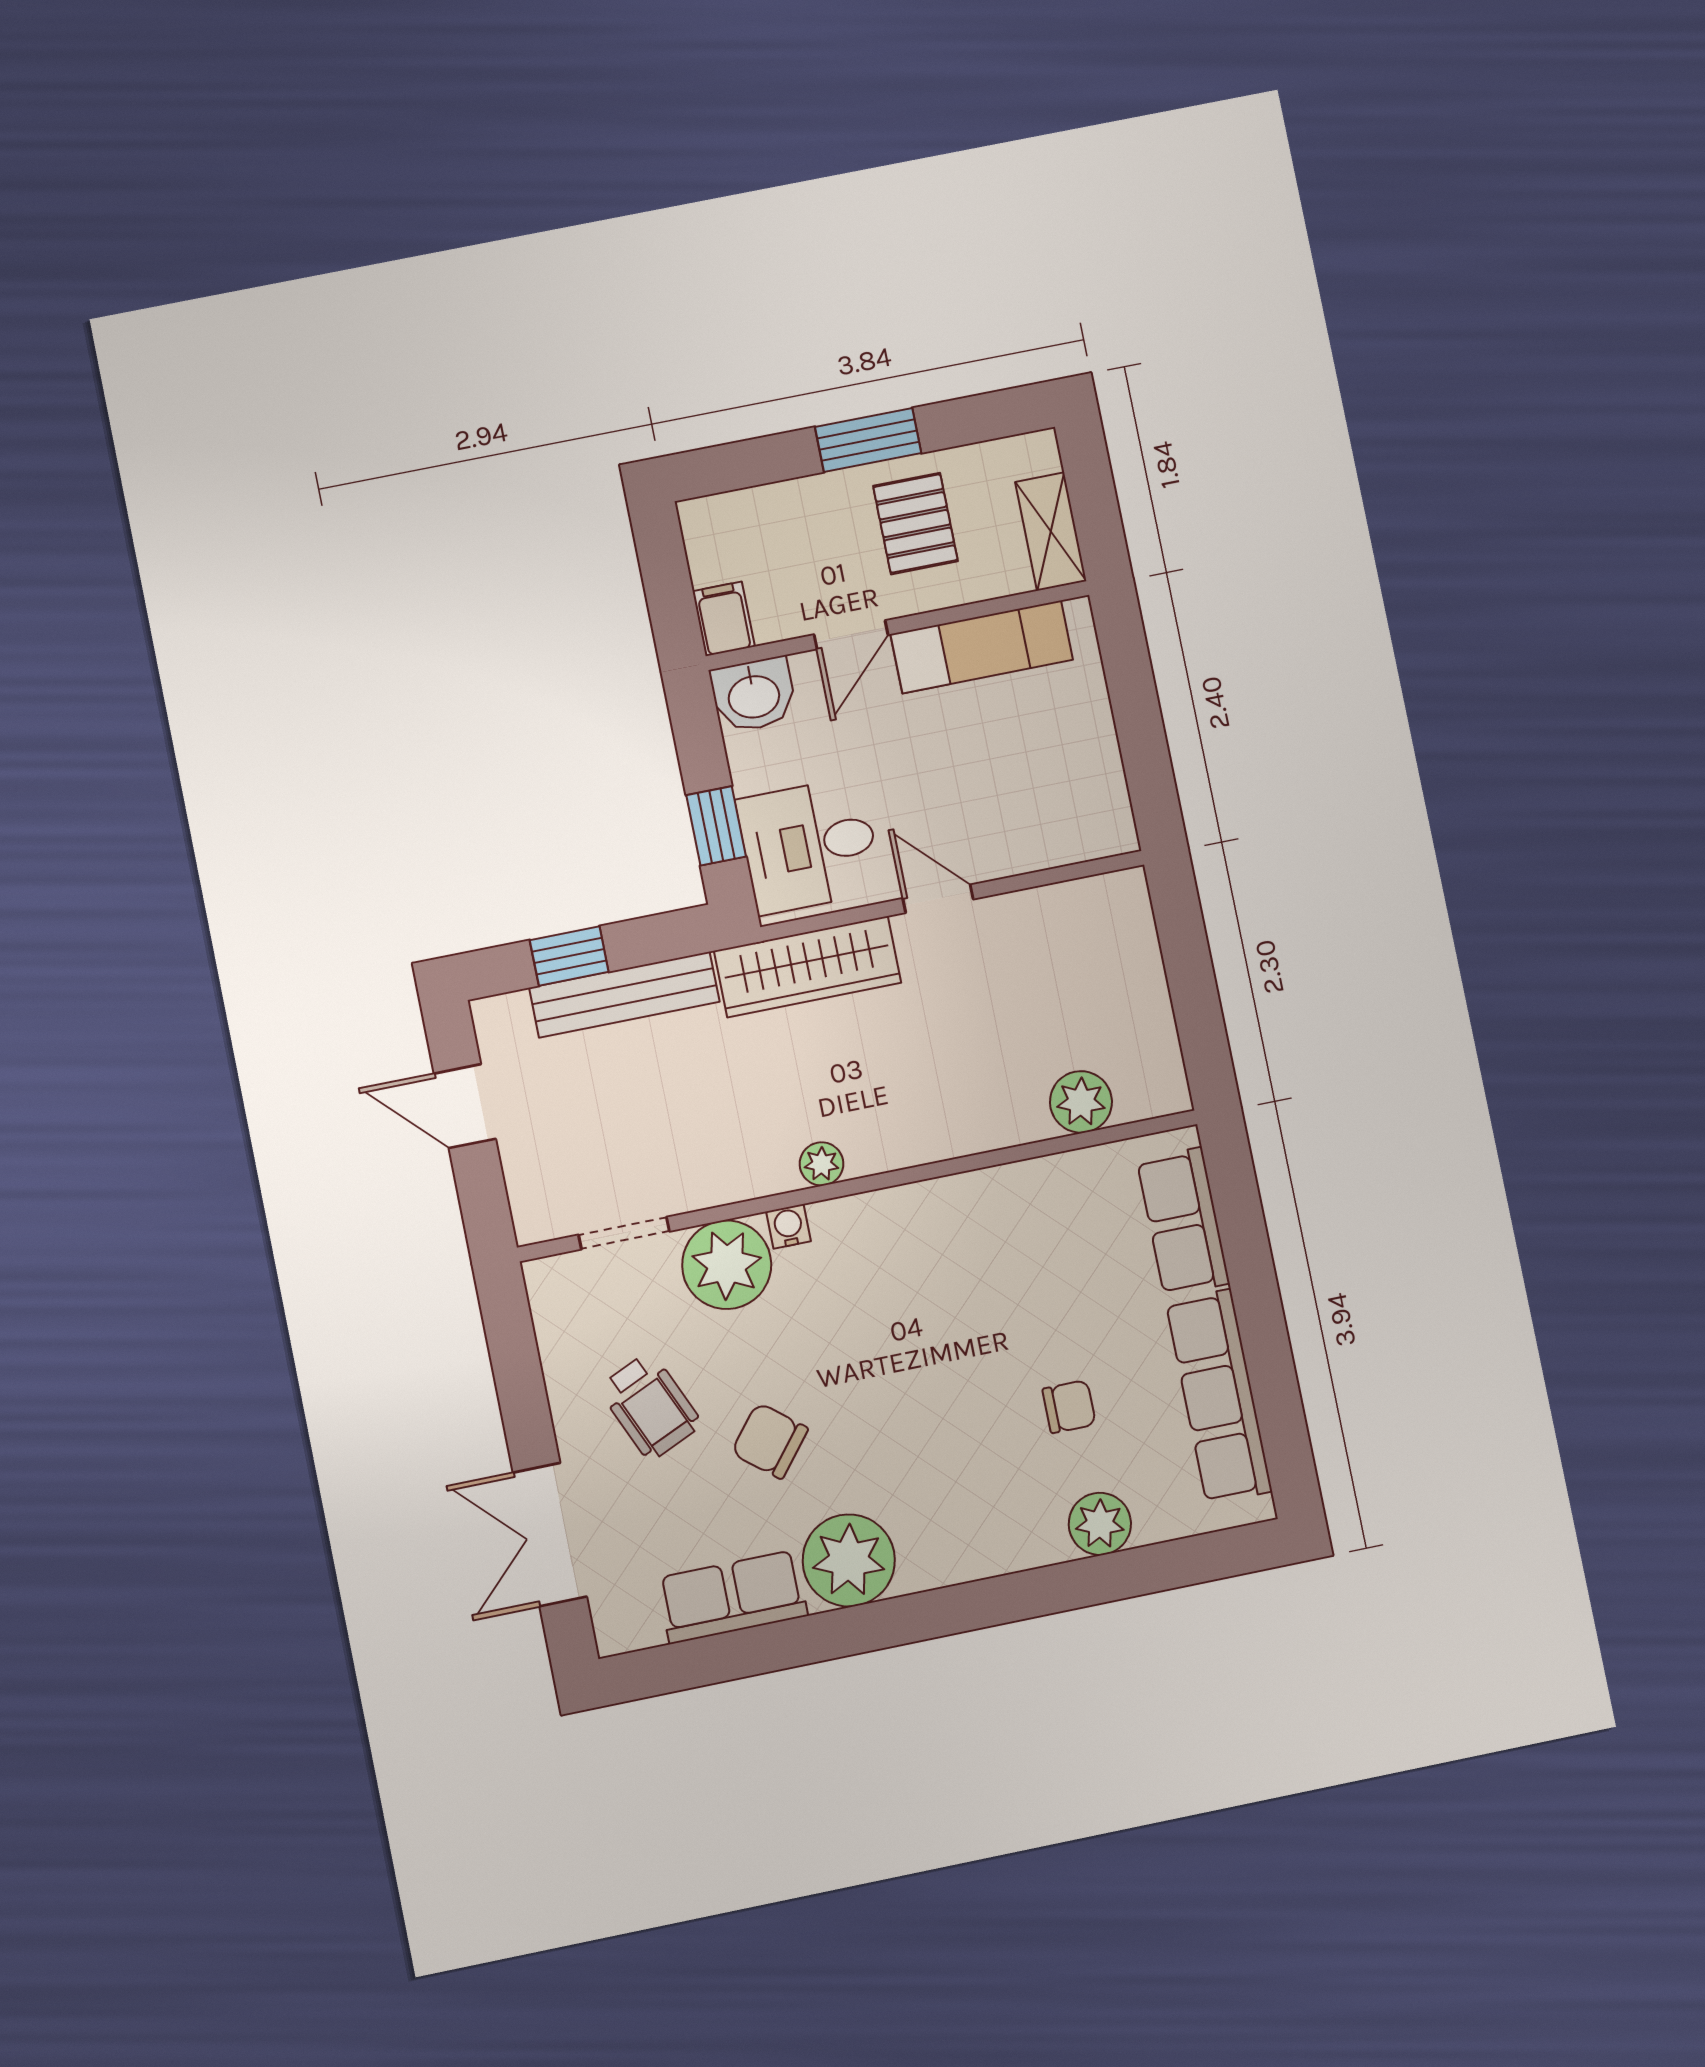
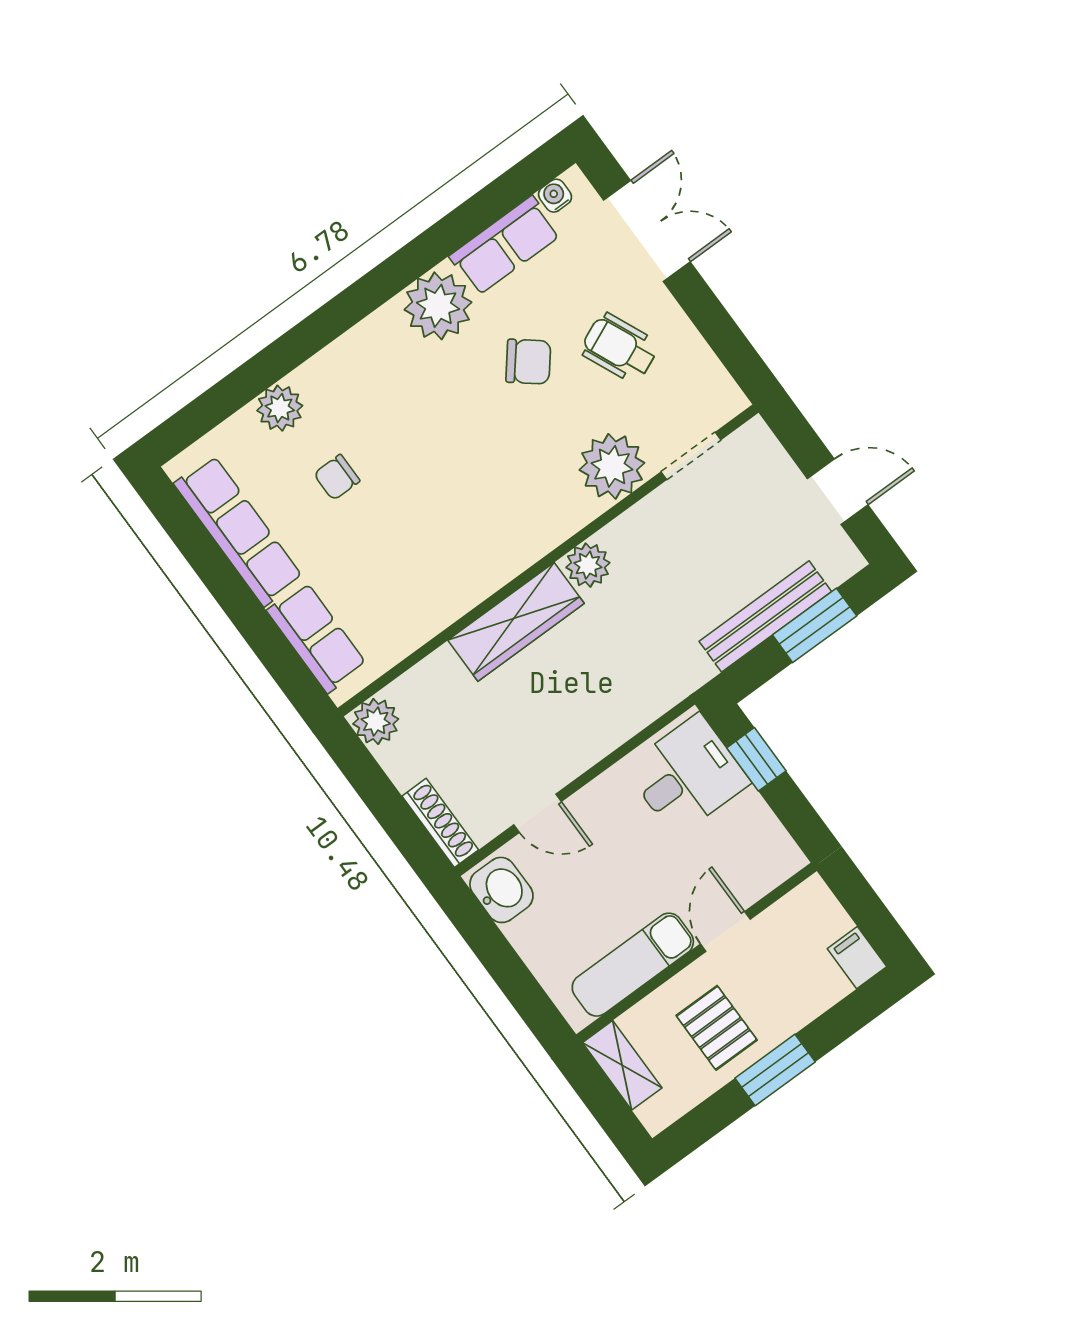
filing cabinet: (724, 619) -> (857, 958), moved, turned 180
washbasin: (754, 695) -> (501, 890), moved, turned 90
door: (938, 899) -> (538, 813), moved
shoe rack: (1136, 927) -> (440, 823), added
window: (569, 956) -> (815, 625), width x1.50
wardrobe: (808, 967) -> (516, 622), moved, turned 180
plant: (1081, 1102) -> (376, 721), moved
plant: (822, 1164) -> (588, 565), width x1.38, depth x1.38
water cooler: (788, 1226) -> (555, 196), moved, turned 180

